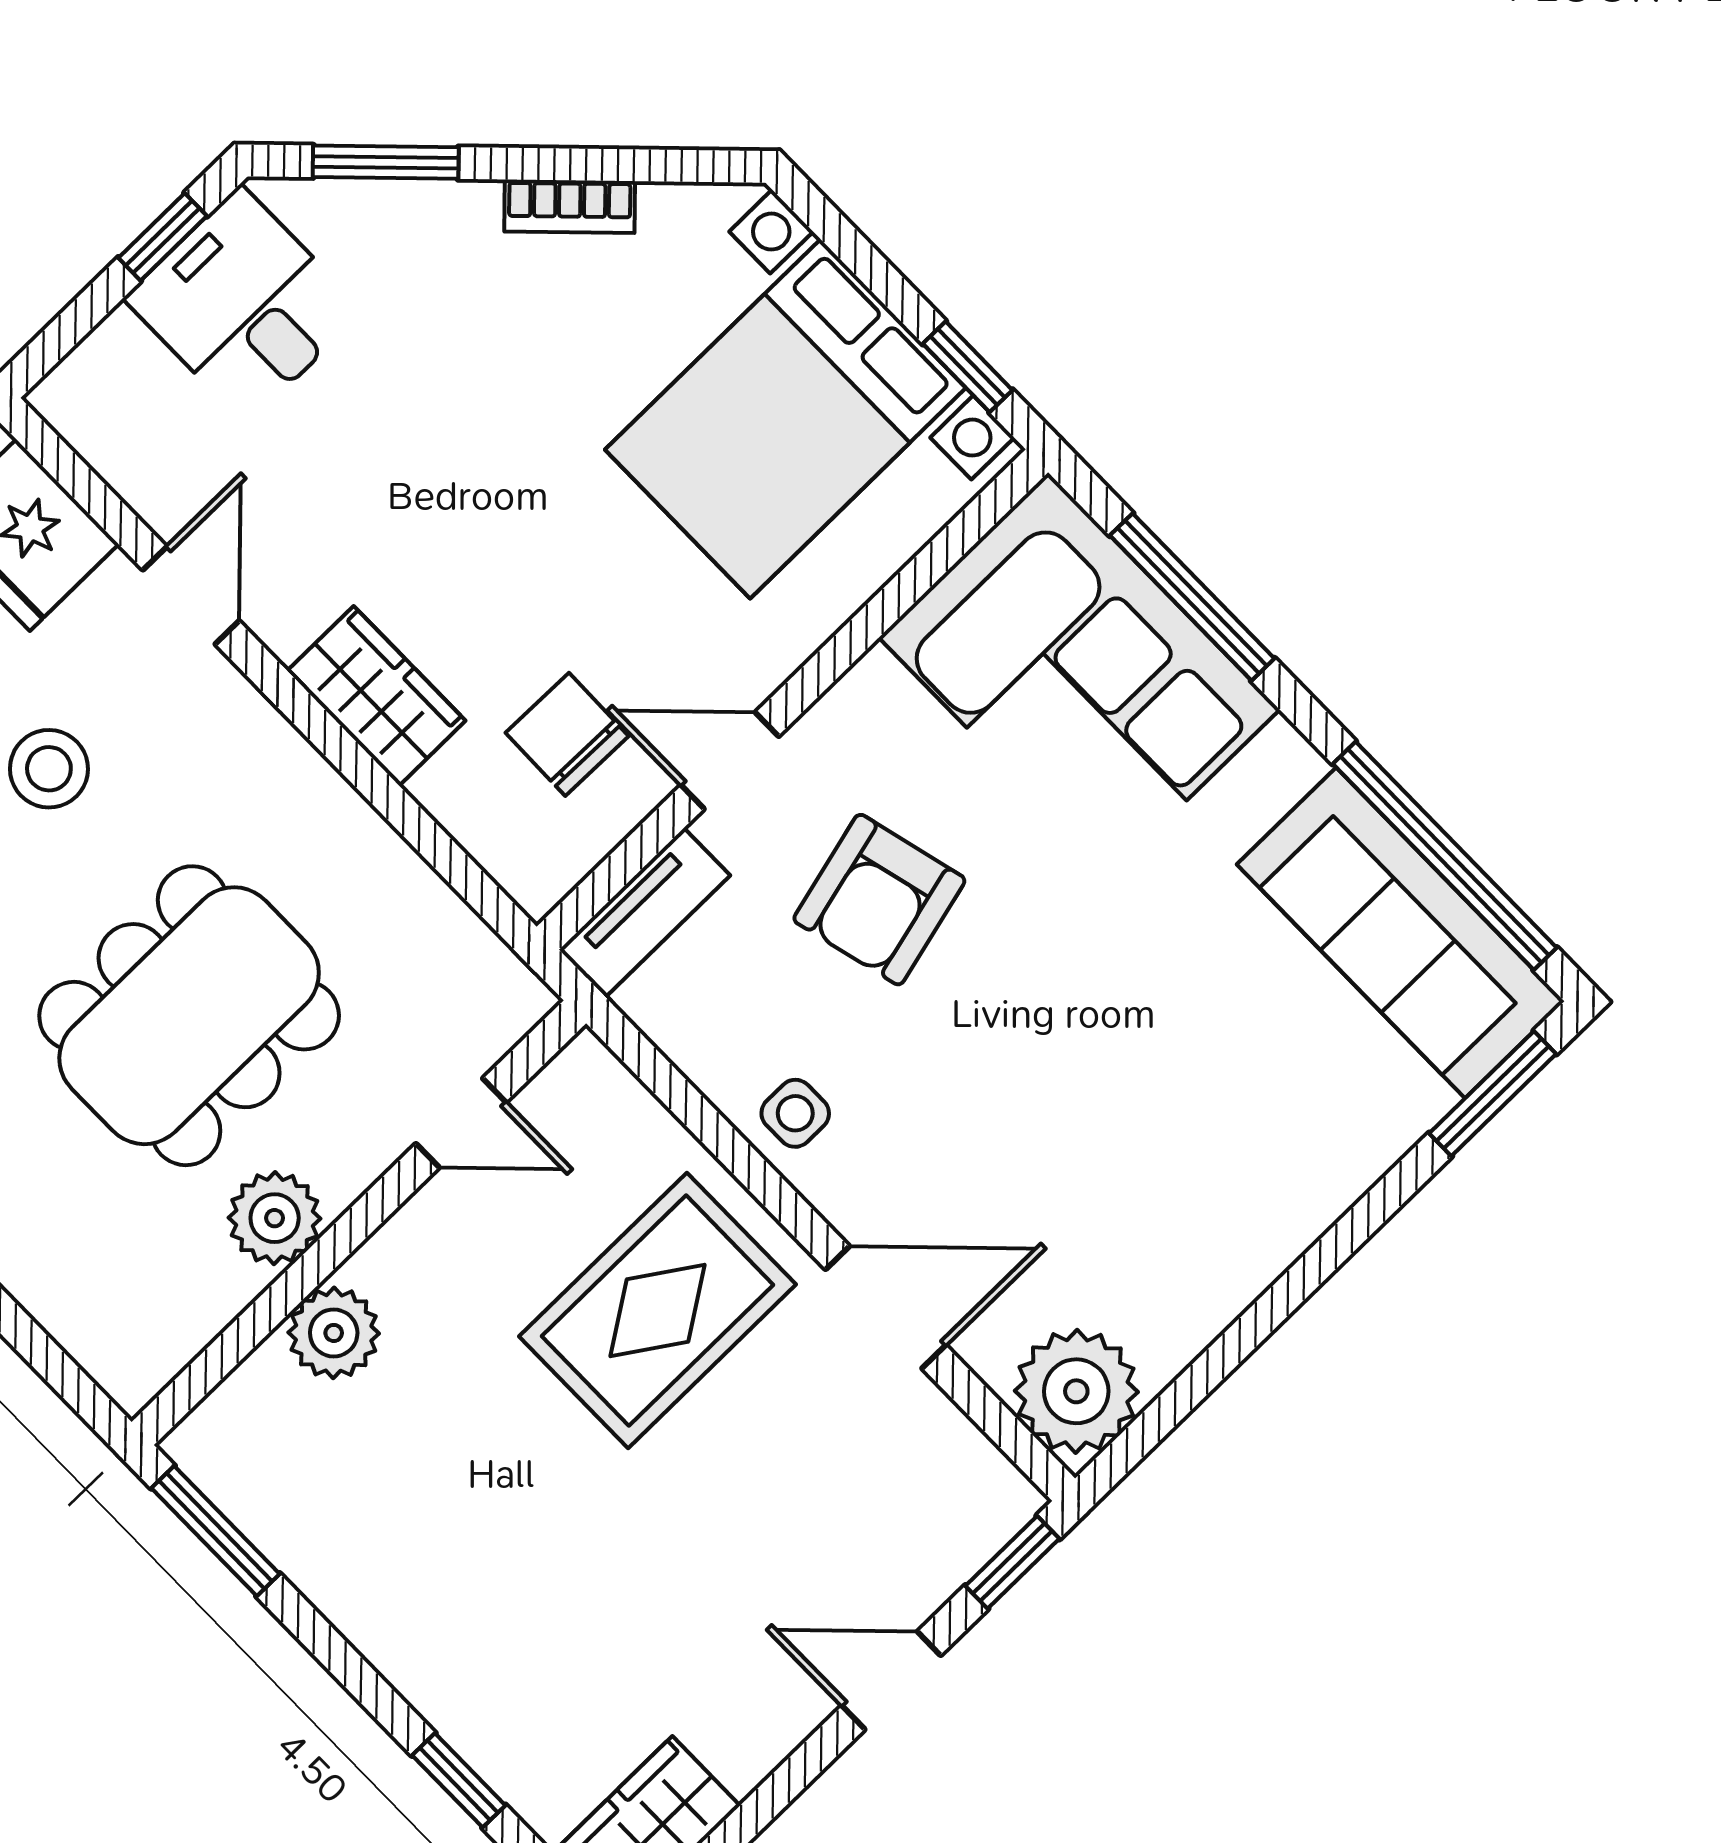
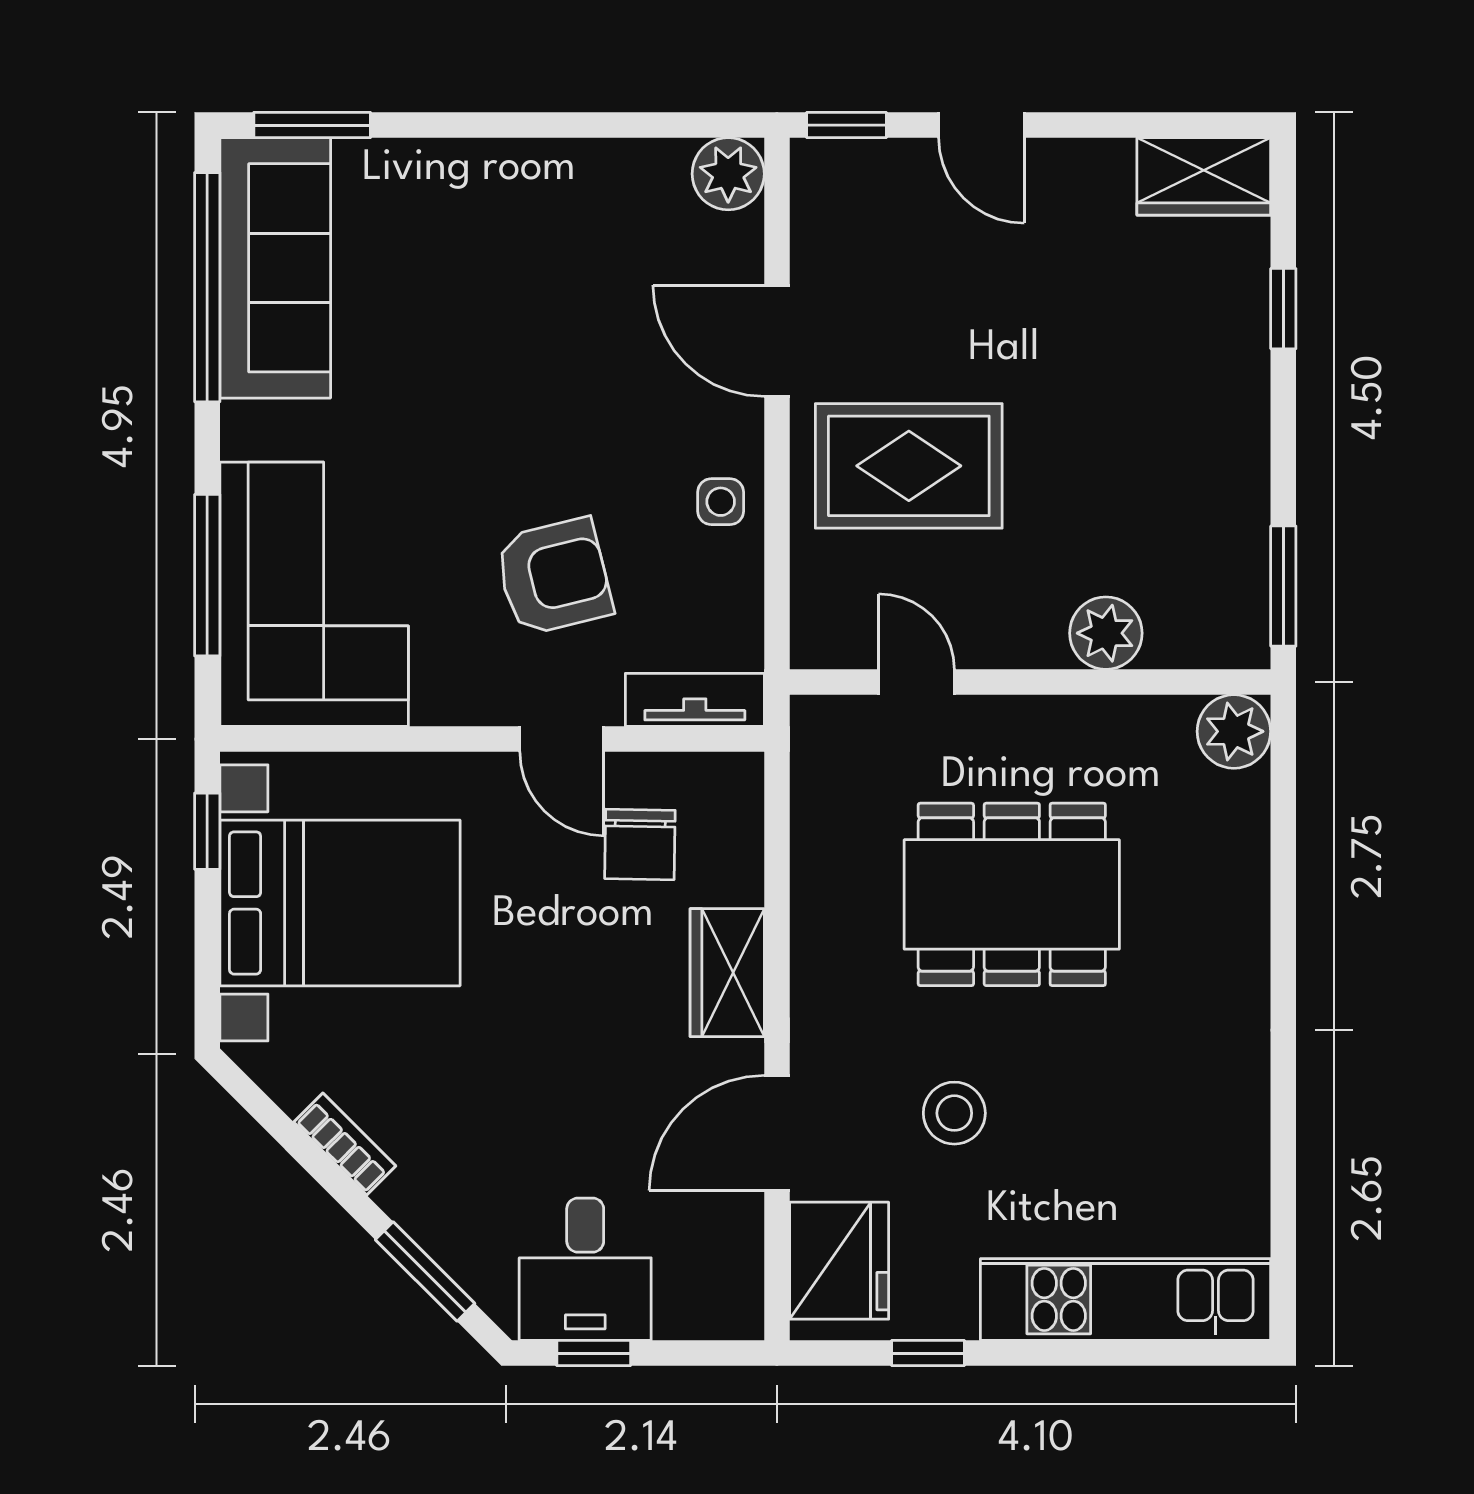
door: (191, 595) -> (777, 1133), width x1.38
plant: (275, 1218) -> (1234, 731), moved
plant: (1076, 1391) -> (728, 174), width x0.73, depth x0.73

